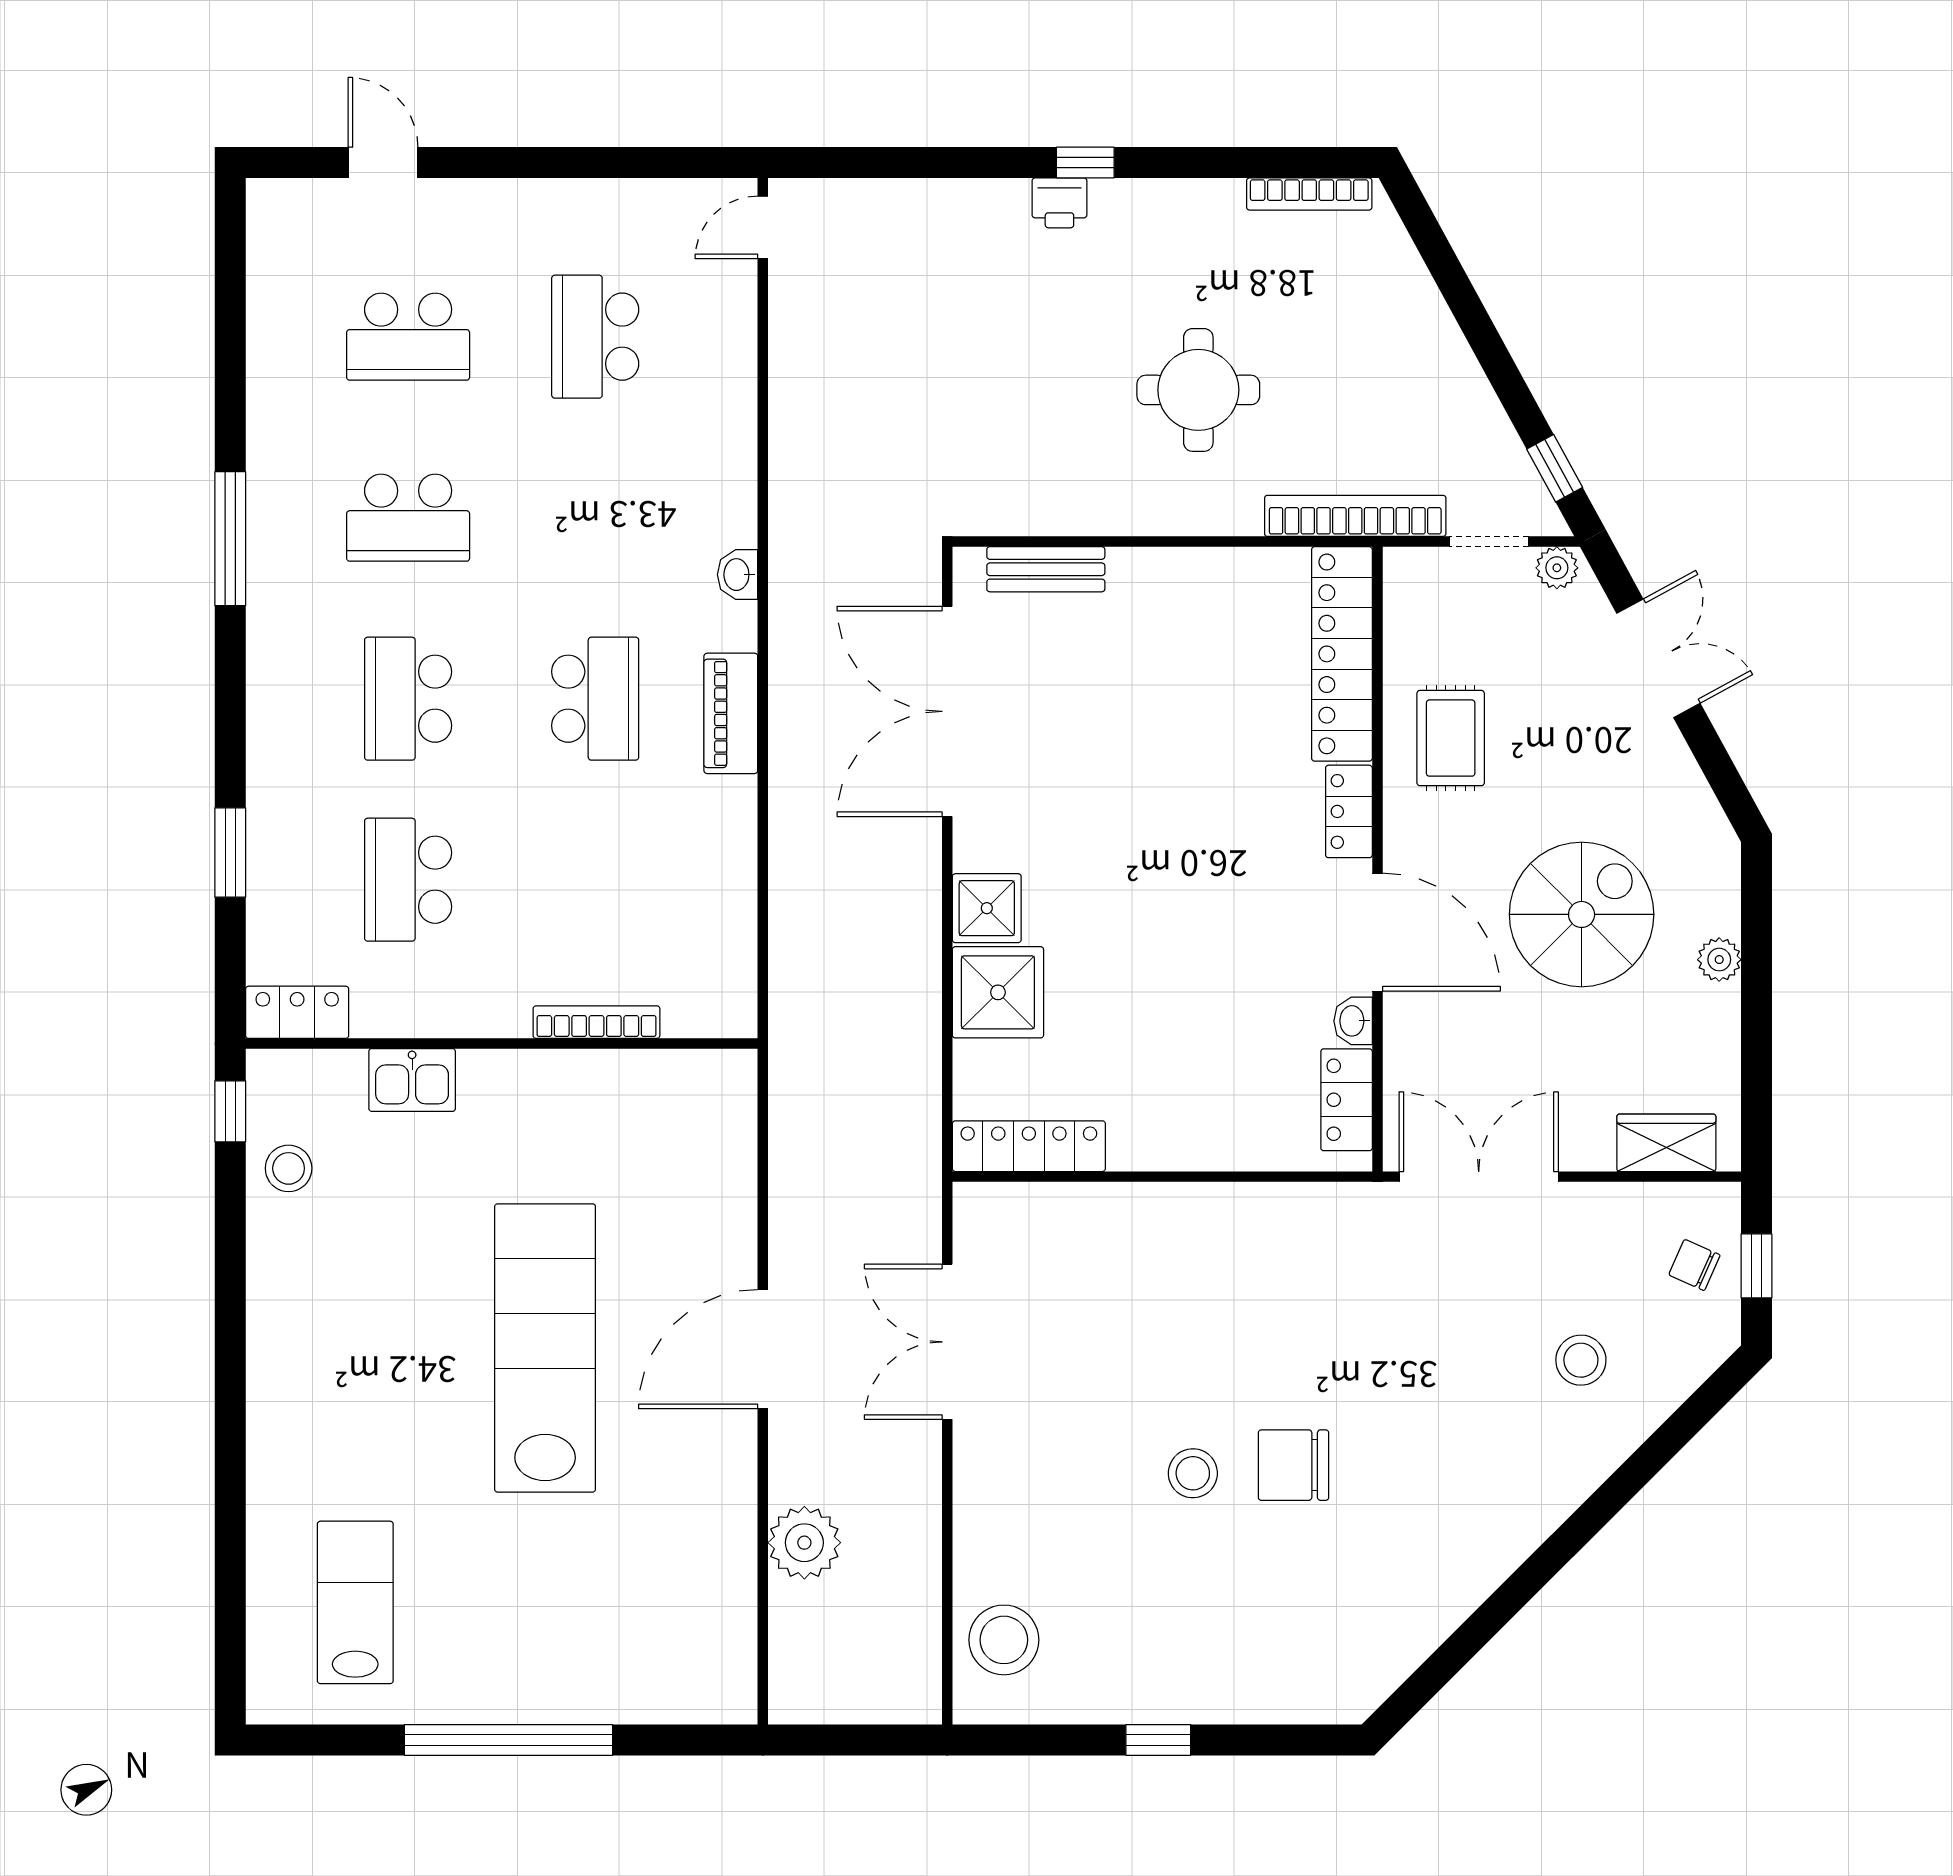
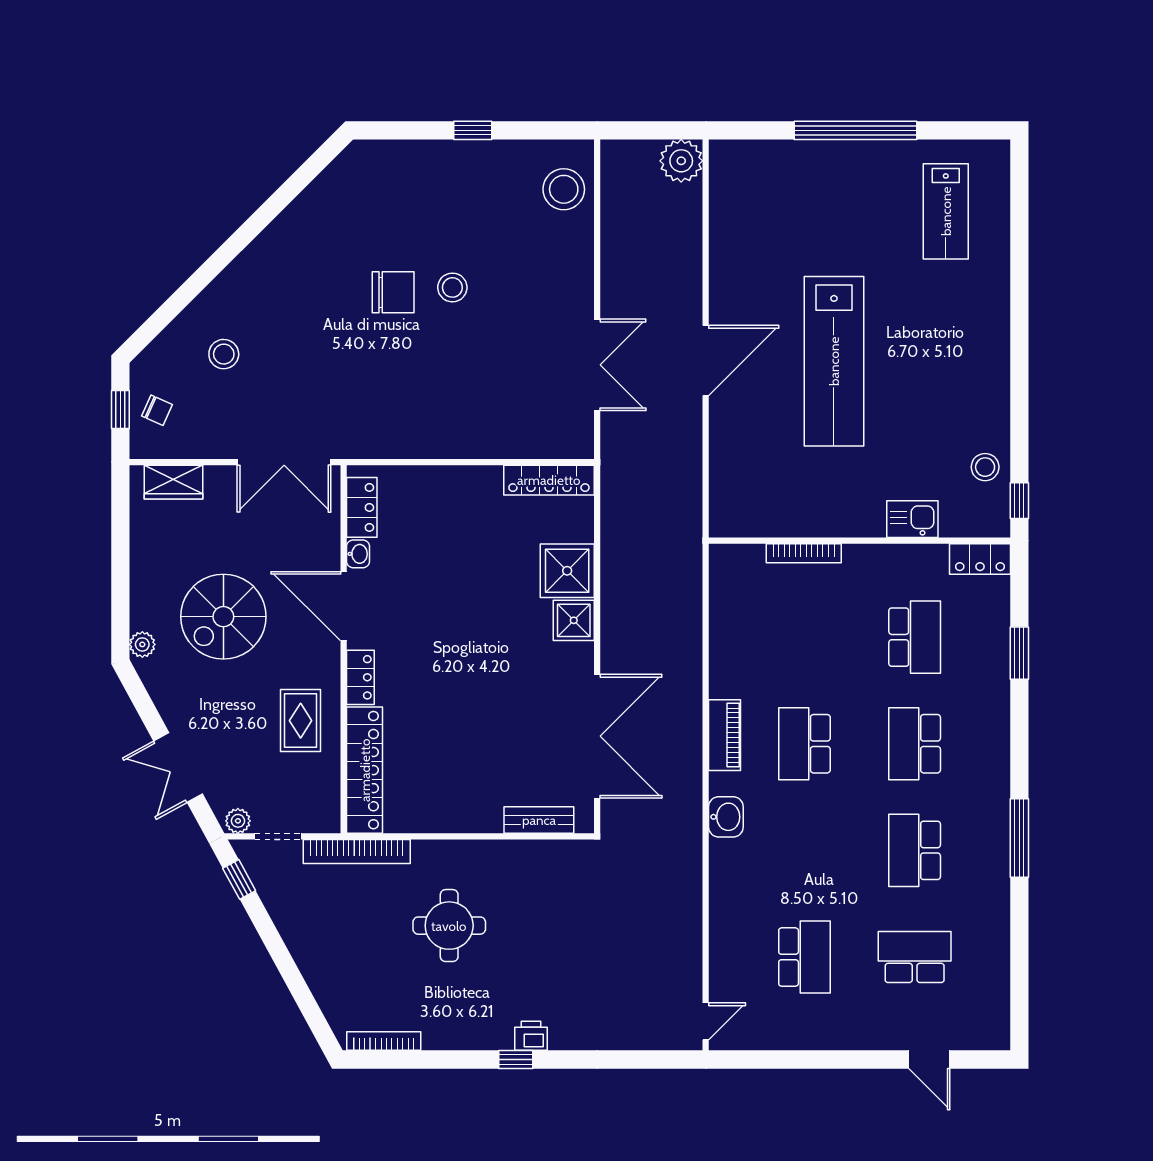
school desk: (408, 518) -> (915, 850), turned -90
washbasin: (738, 575) -> (726, 817), width x1.38, depth x1.45
school desk: (408, 699) -> (915, 744), turned 180
plant: (1719, 960) -> (142, 644), moved
plant: (804, 1543) -> (681, 161), moved

